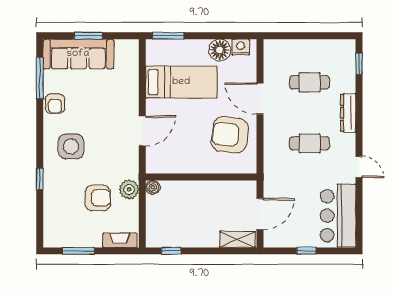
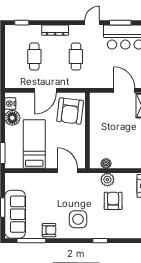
wall: (201, 177) -> (87, 130), moved
window: (359, 208) -> (120, 23), added

